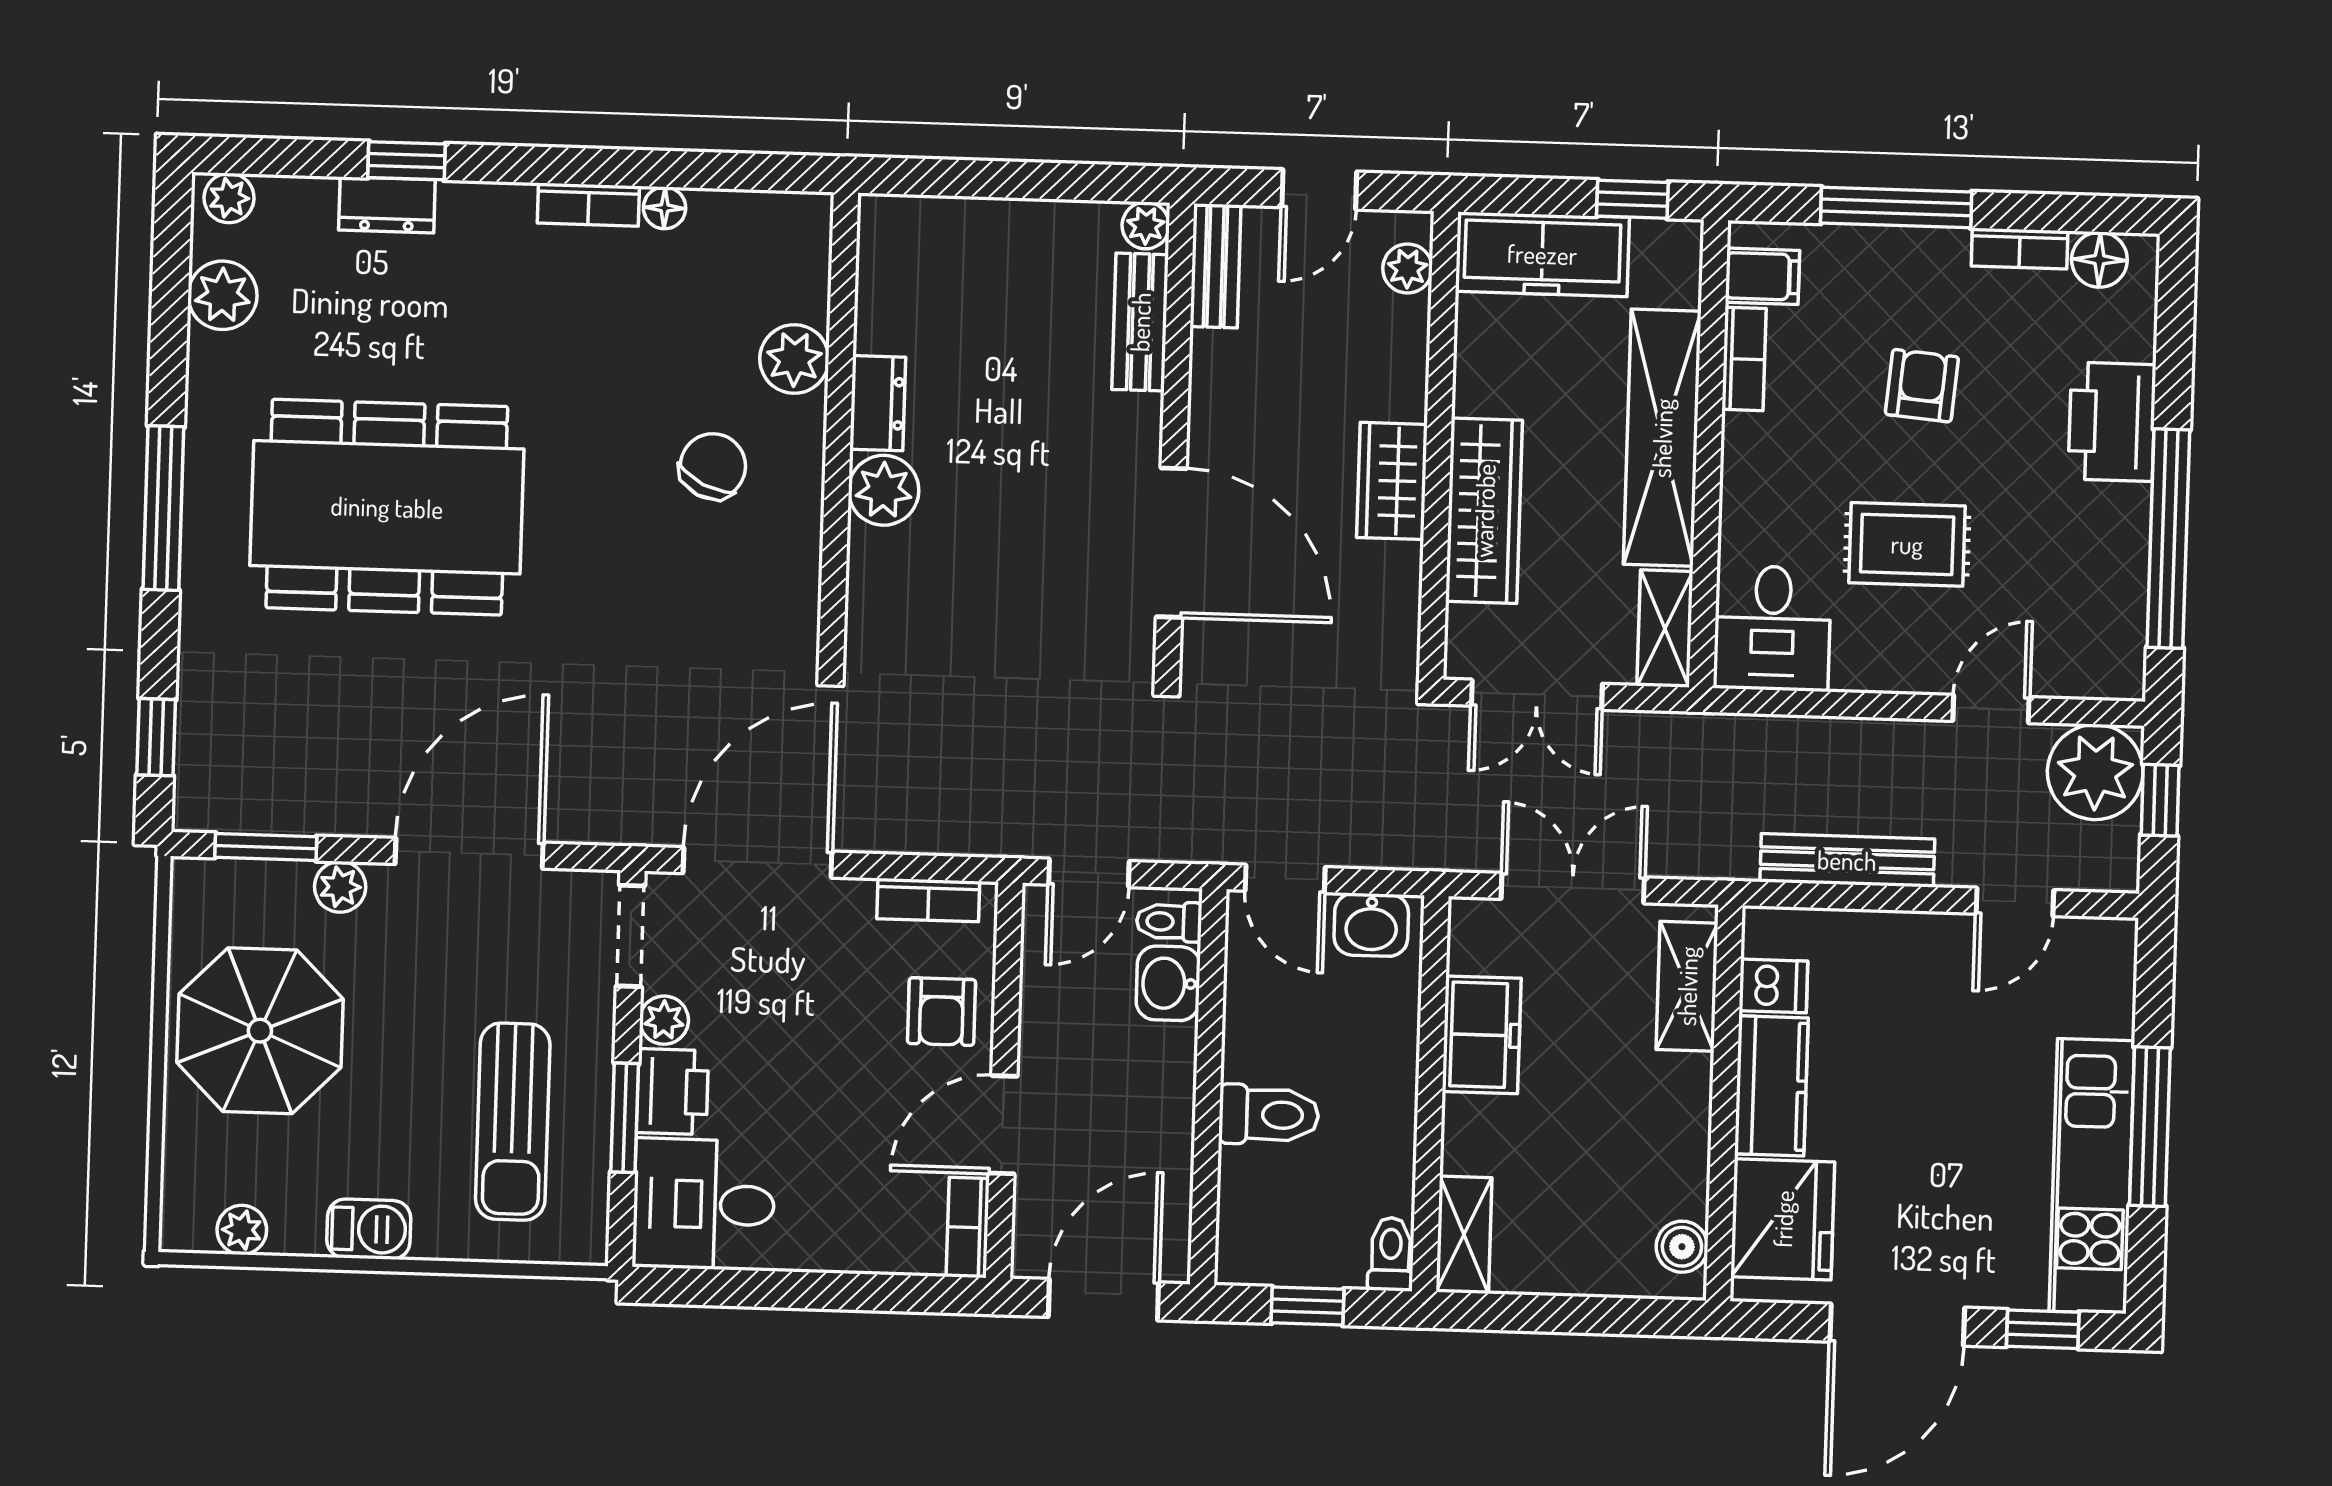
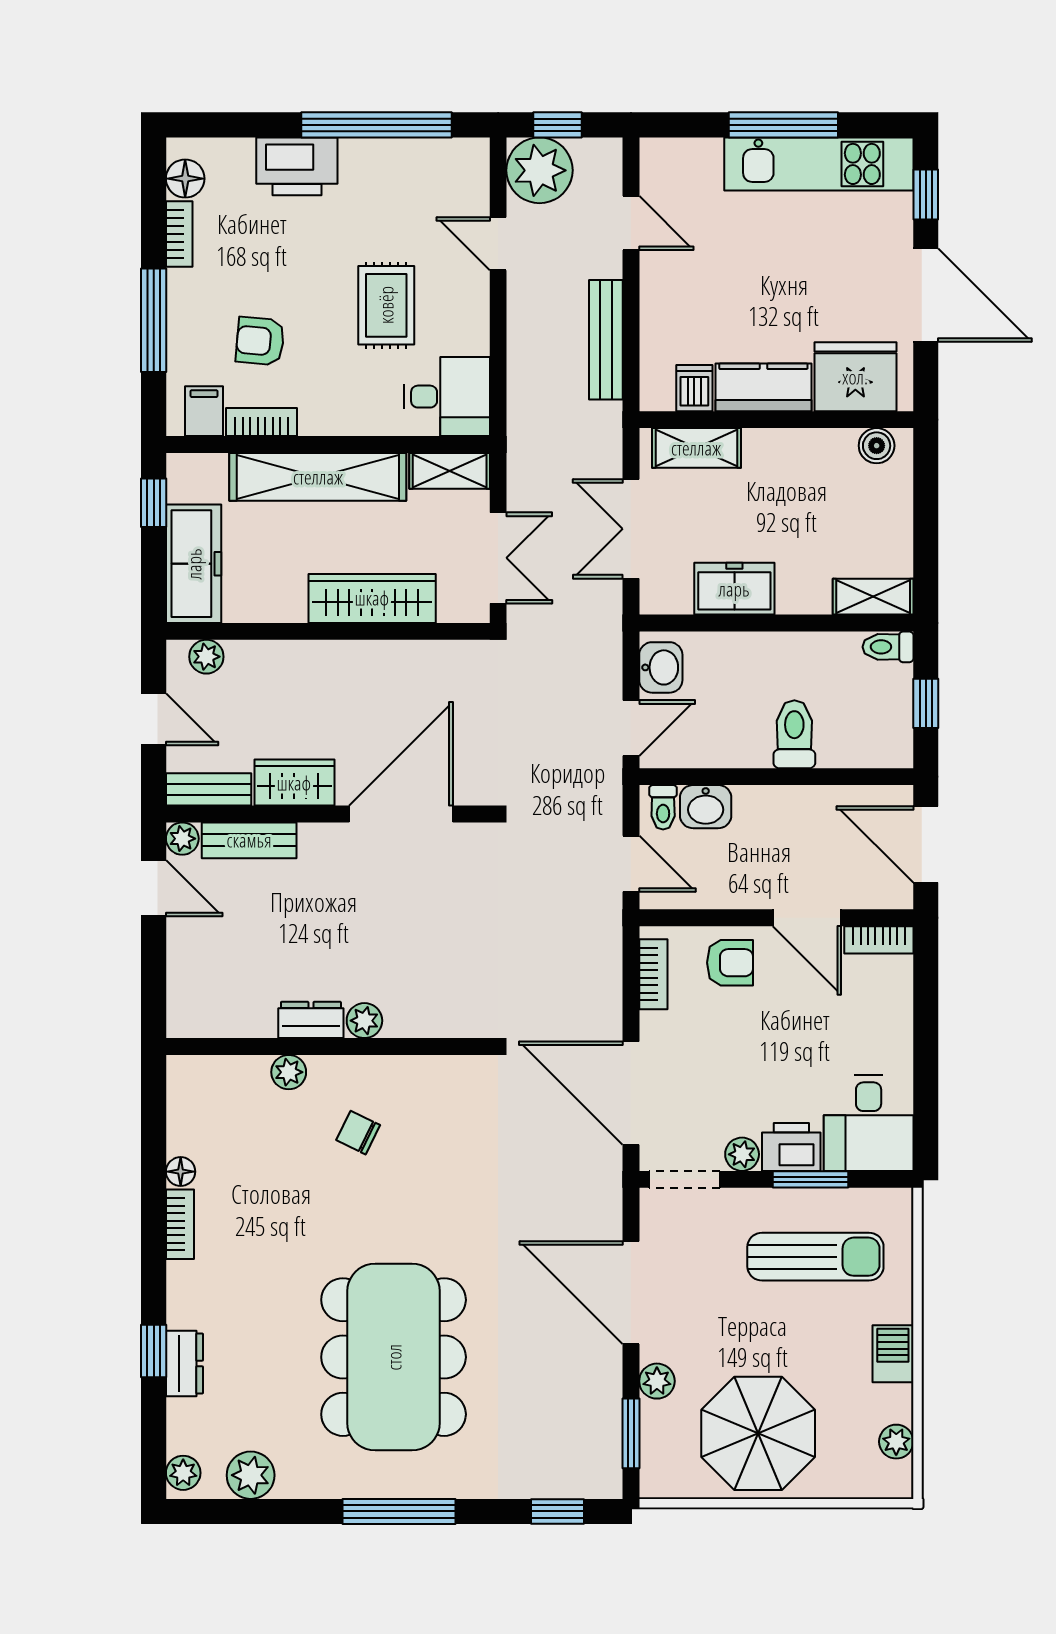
door: (1075, 182) -> (154, 888), added
plant: (794, 359) -> (289, 1072), width x0.73, depth x0.73
armchair: (1922, 386) -> (260, 341), moved
chair: (713, 466) -> (358, 1133), width x0.73, depth x0.73
wardrobe: (1392, 481) -> (294, 783), moved, turned 180
plant: (884, 490) -> (364, 1021), width x0.73, depth x0.73

